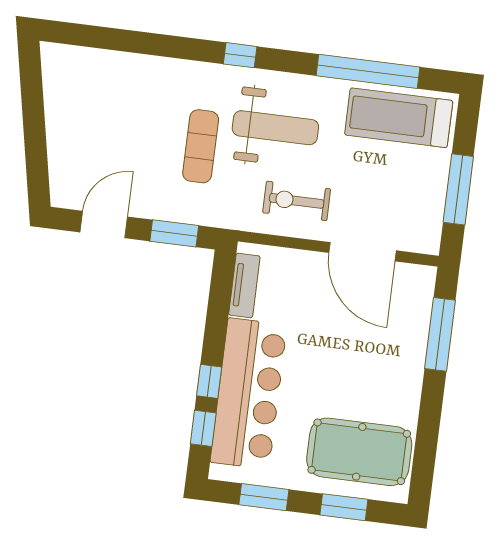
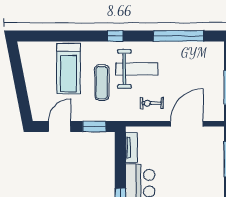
treadmill: (399, 118) -> (69, 69), moved, turned -90
exercise bike: (297, 201) -> (152, 103), width x0.73, depth x0.72
door: (362, 252) -> (187, 124), swing flipped

